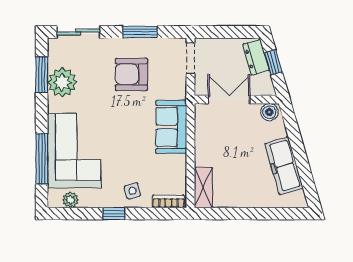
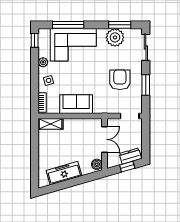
sofa: (171, 127) -> (76, 104), moved
plant: (70, 200) -> (43, 62), moved
window: (114, 214) -> (35, 40), moved

